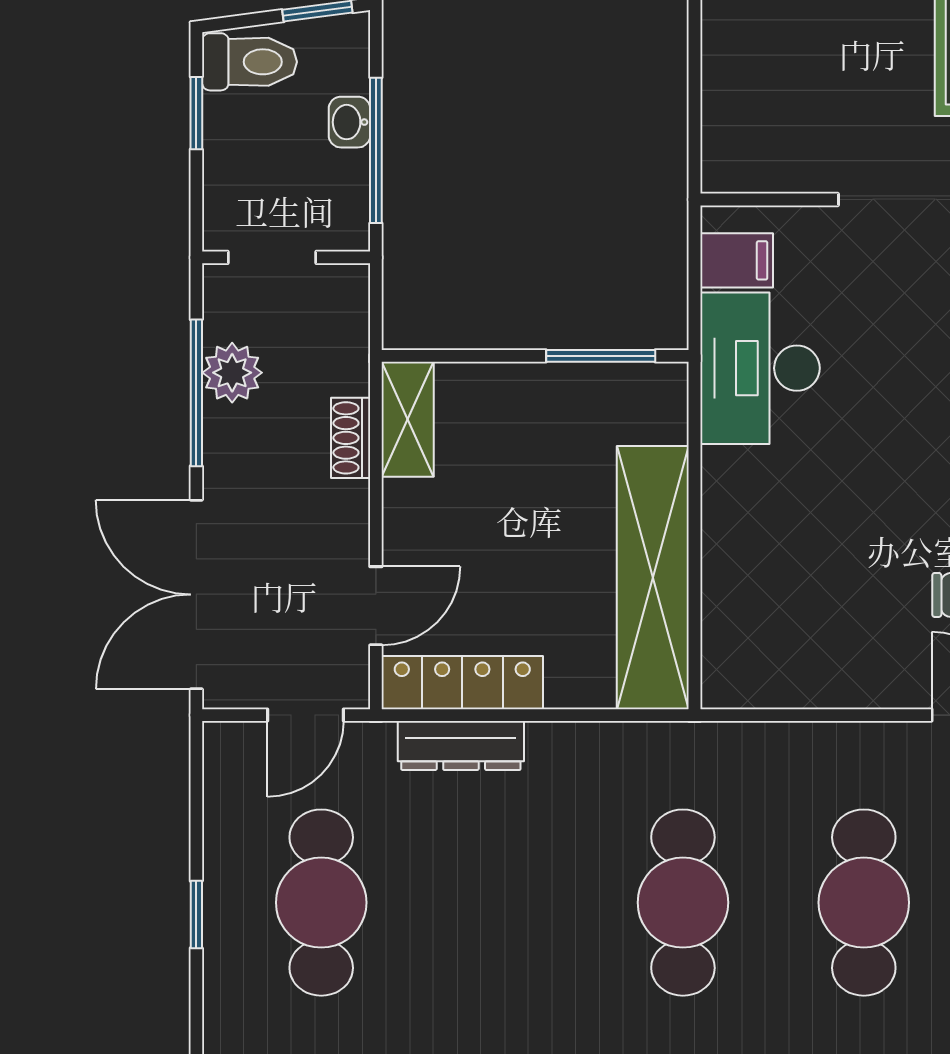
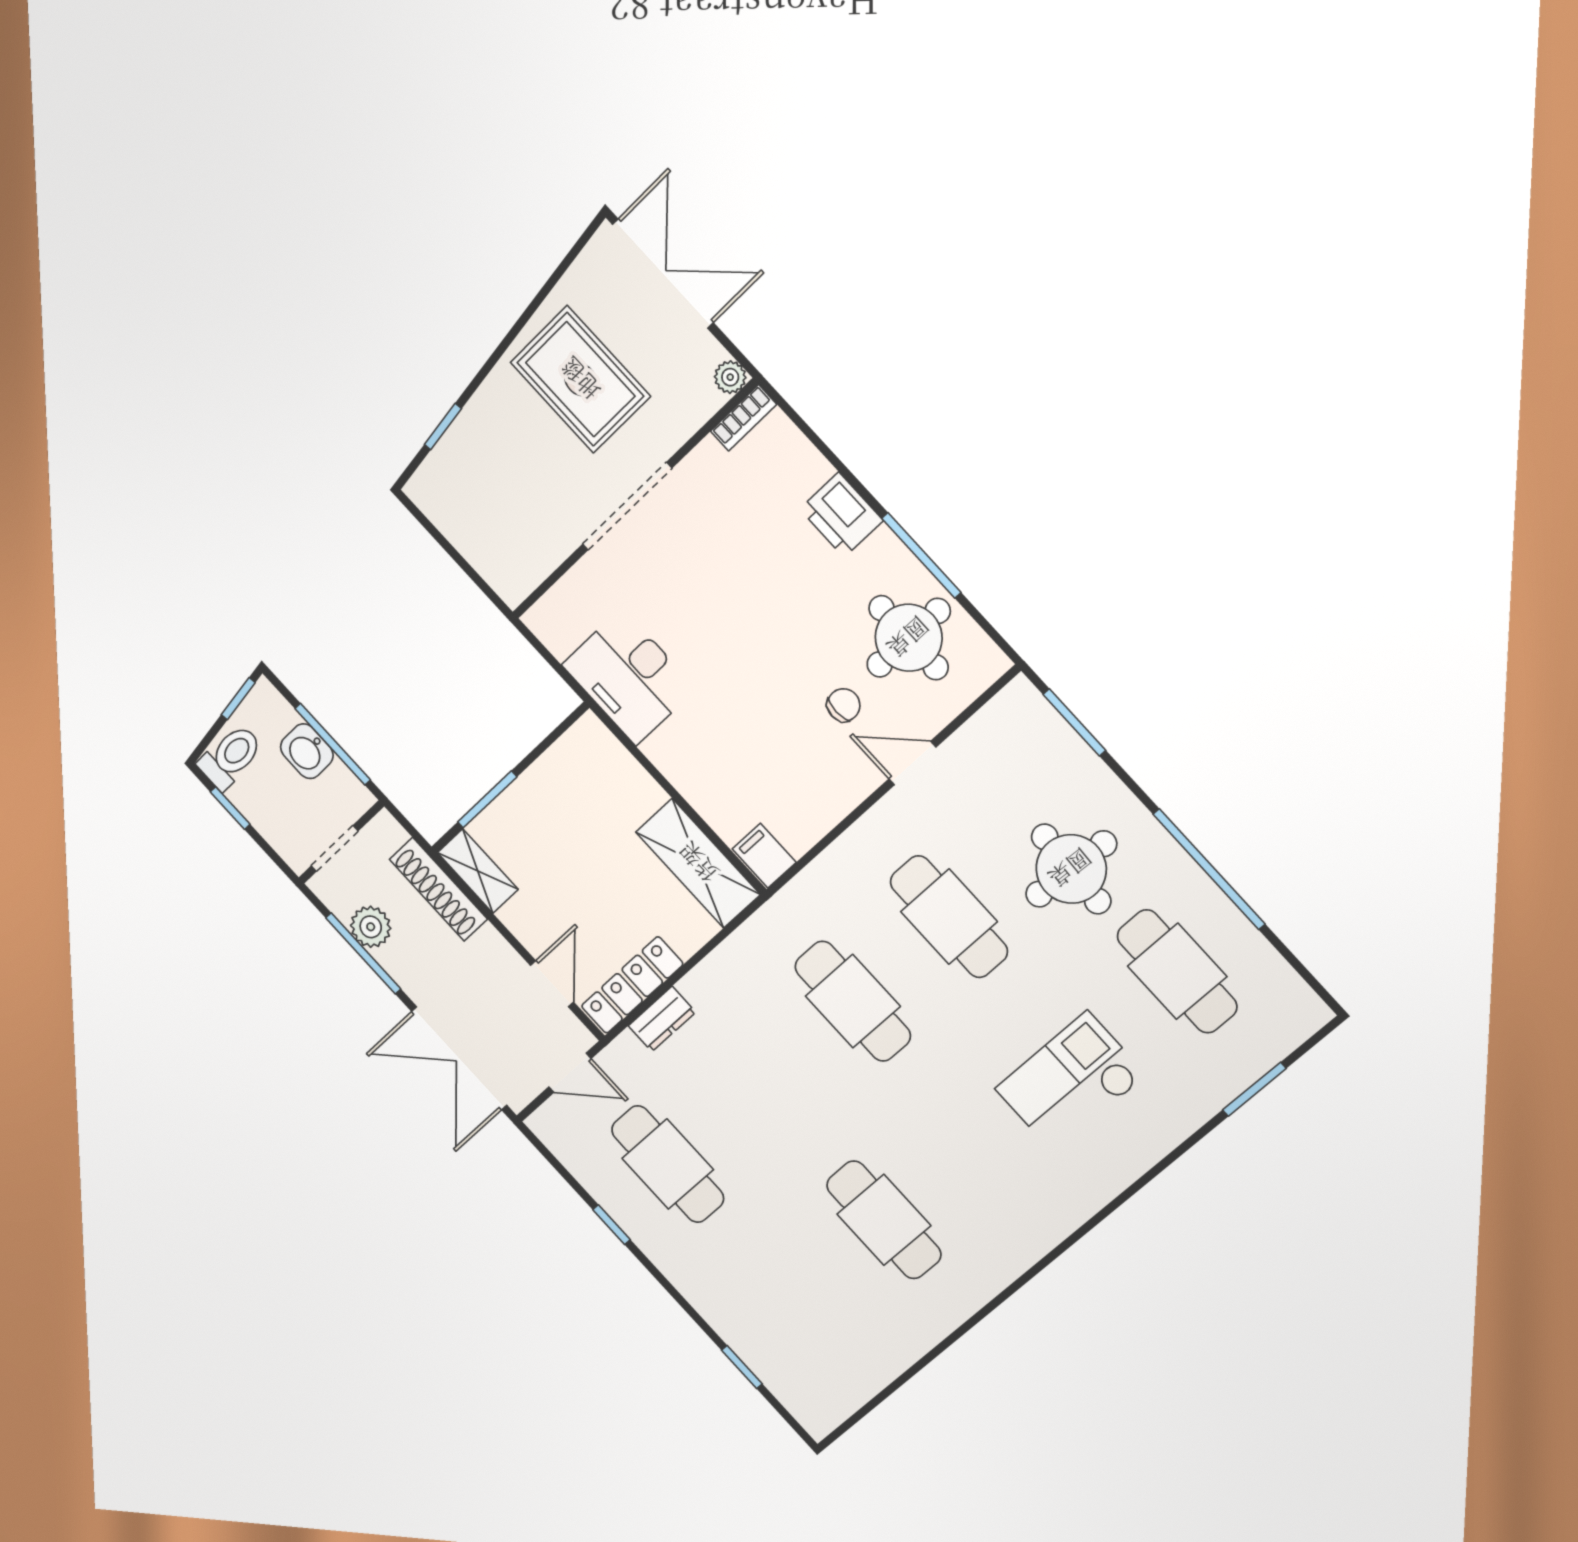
washbasin: (349, 122) -> (307, 751), width x1.38, depth x1.45
filing cabinet: (737, 260) -> (764, 856), moved, turned -90
window: (601, 356) -> (487, 799), moved
shoe rack: (351, 438) -> (438, 889), width x1.94, depth x1.24
shelving: (653, 578) -> (698, 863), width x0.68
door: (305, 715) -> (570, 1073), hinge flipped
dresser: (461, 745) -> (662, 1019), width x0.70

